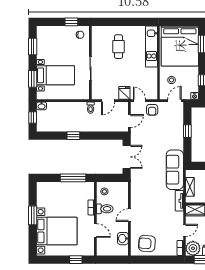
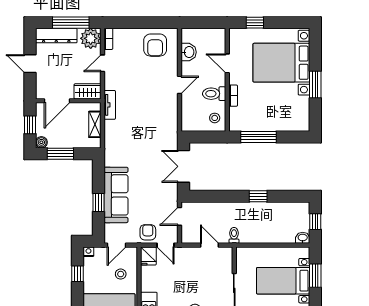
fridge: (124, 93) -> (148, 256), moved
door: (108, 101) -> (209, 245), hinge flipped
sofa: (175, 170) -> (116, 195), moved
armchair: (147, 244) -> (155, 45), turned 85

